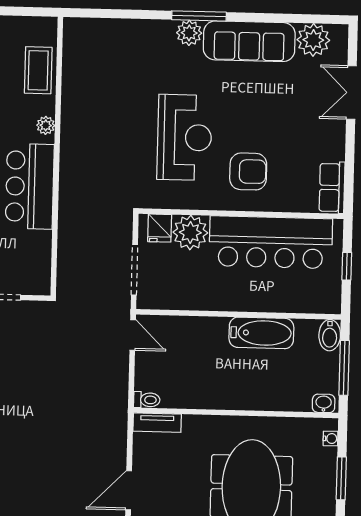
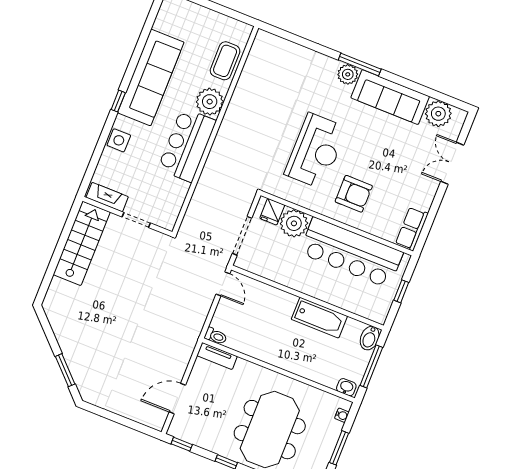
plant: (46, 125) -> (210, 102), width x1.87, depth x1.87

